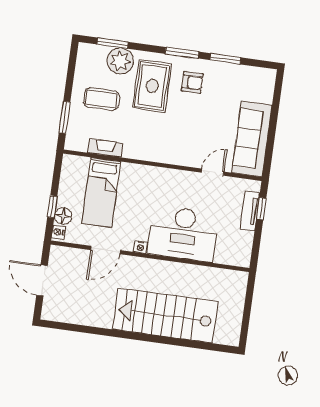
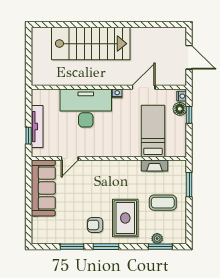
plant: (120, 61) -> (157, 239), width x0.53, depth x0.53
tv unit: (250, 211) -> (37, 127), width x1.41

